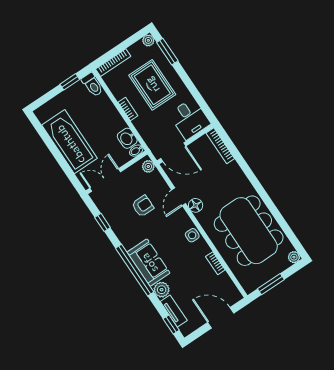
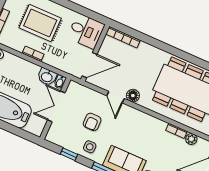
plant: (148, 166) -> (191, 139), moved
double door: (105, 180) -> (56, 106), moved
armchair: (143, 206) -> (92, 122), turned 180
side table: (192, 235) -> (90, 147), moved

